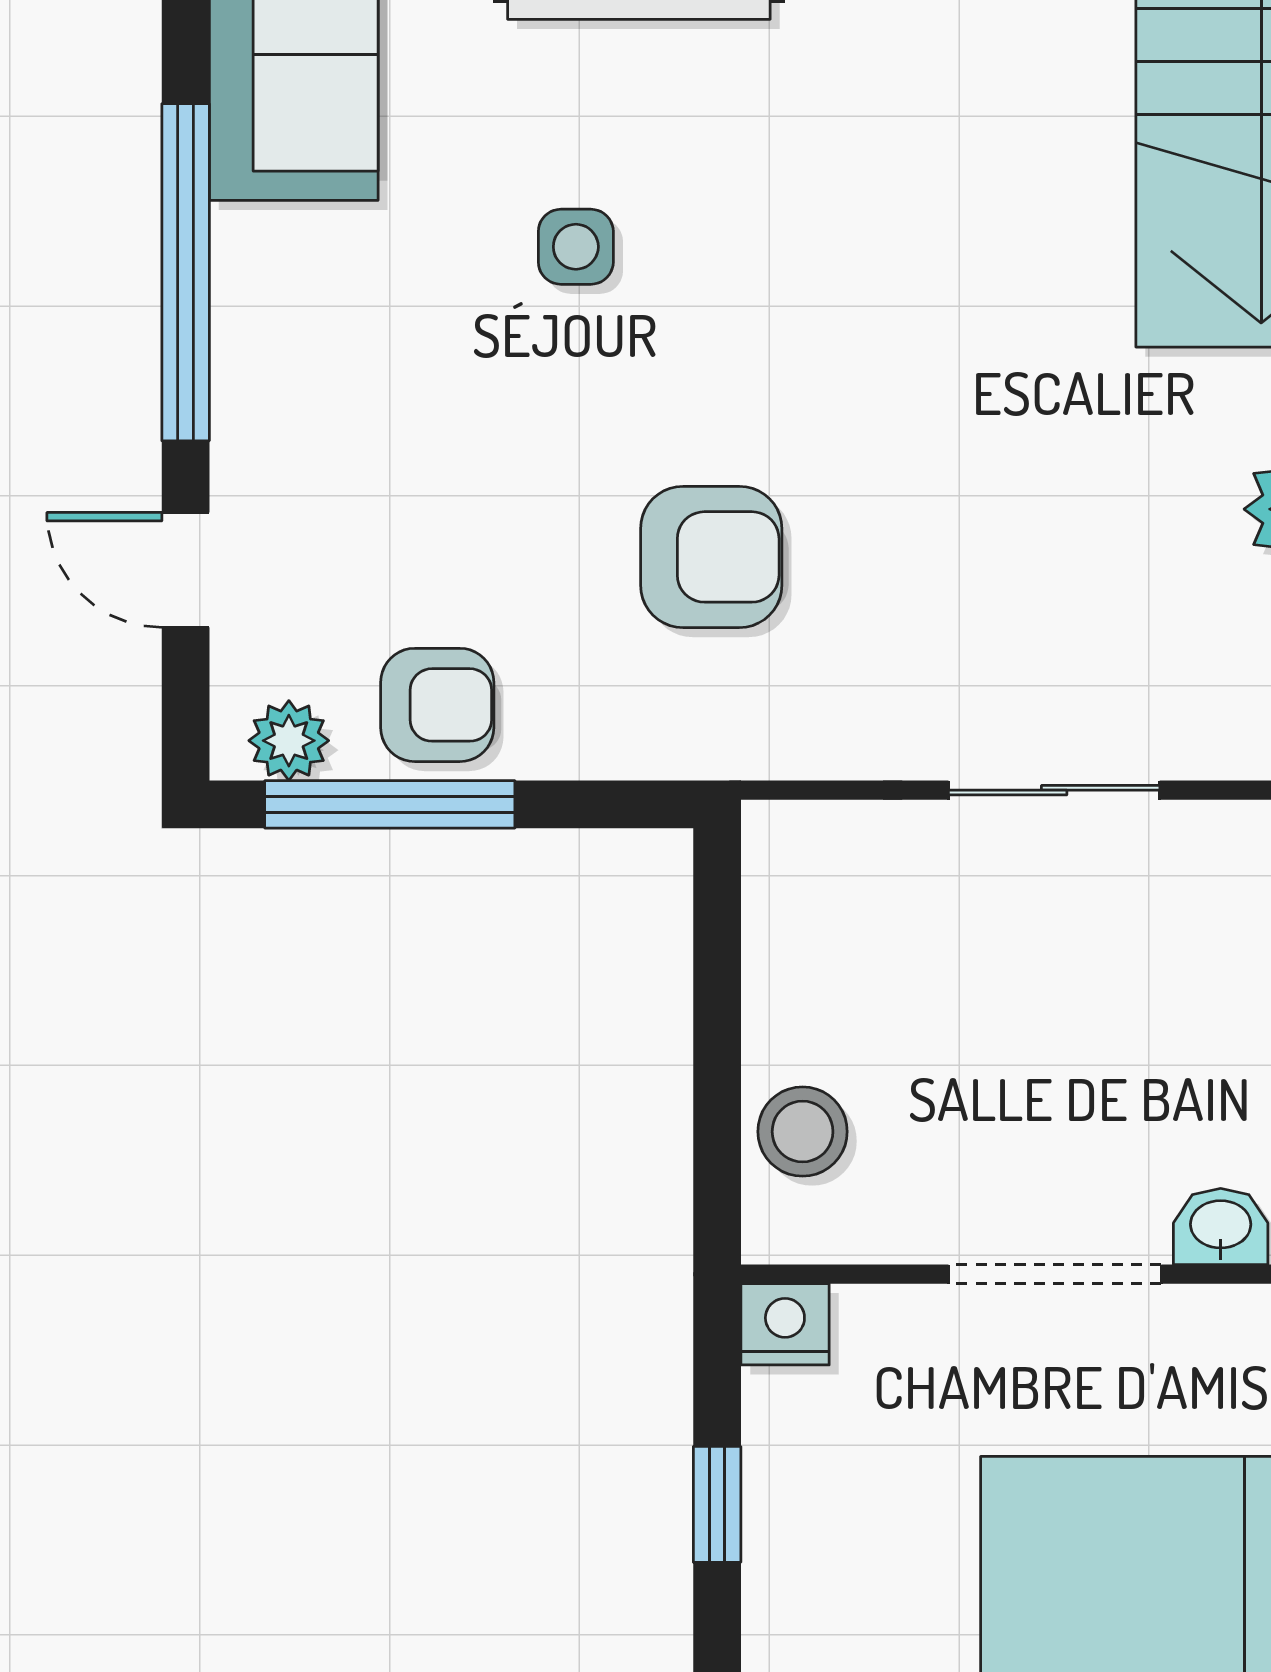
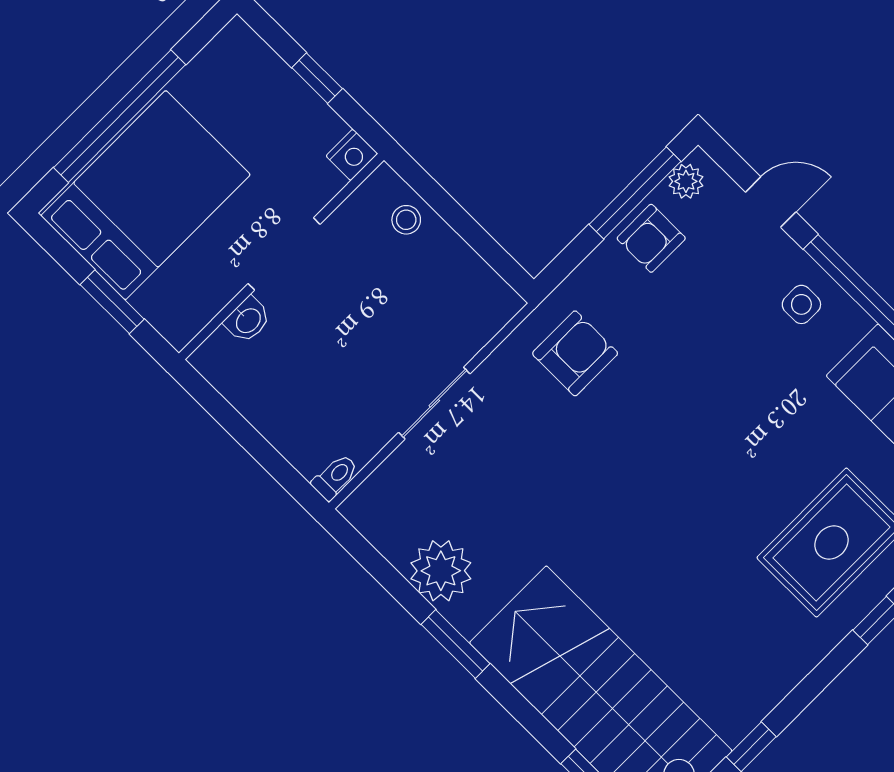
side table: (576, 247) -> (801, 304), moved
armchair: (711, 557) -> (575, 353), moved, turned 180
stool: (803, 1132) -> (406, 220), width x0.73, depth x0.73

